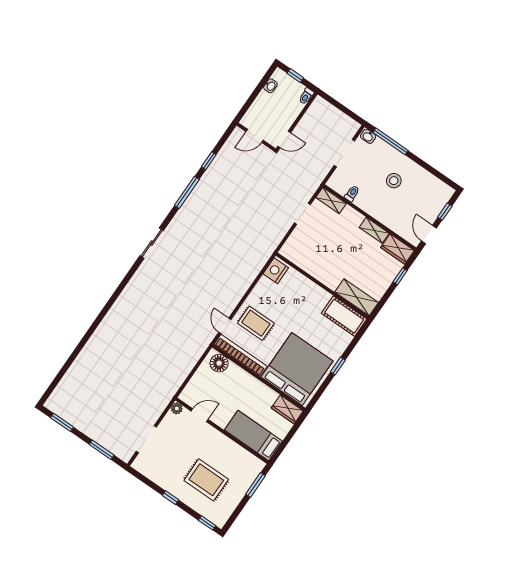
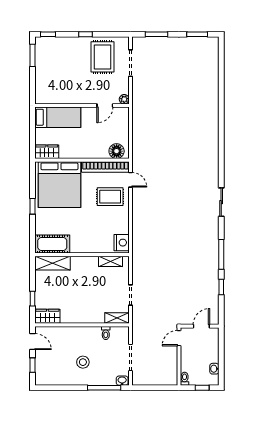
shelving: (374, 230) -> (111, 261), moved
rug: (206, 480) -> (102, 57), moved, turned 90
window: (255, 485) -> (33, 55), moved

